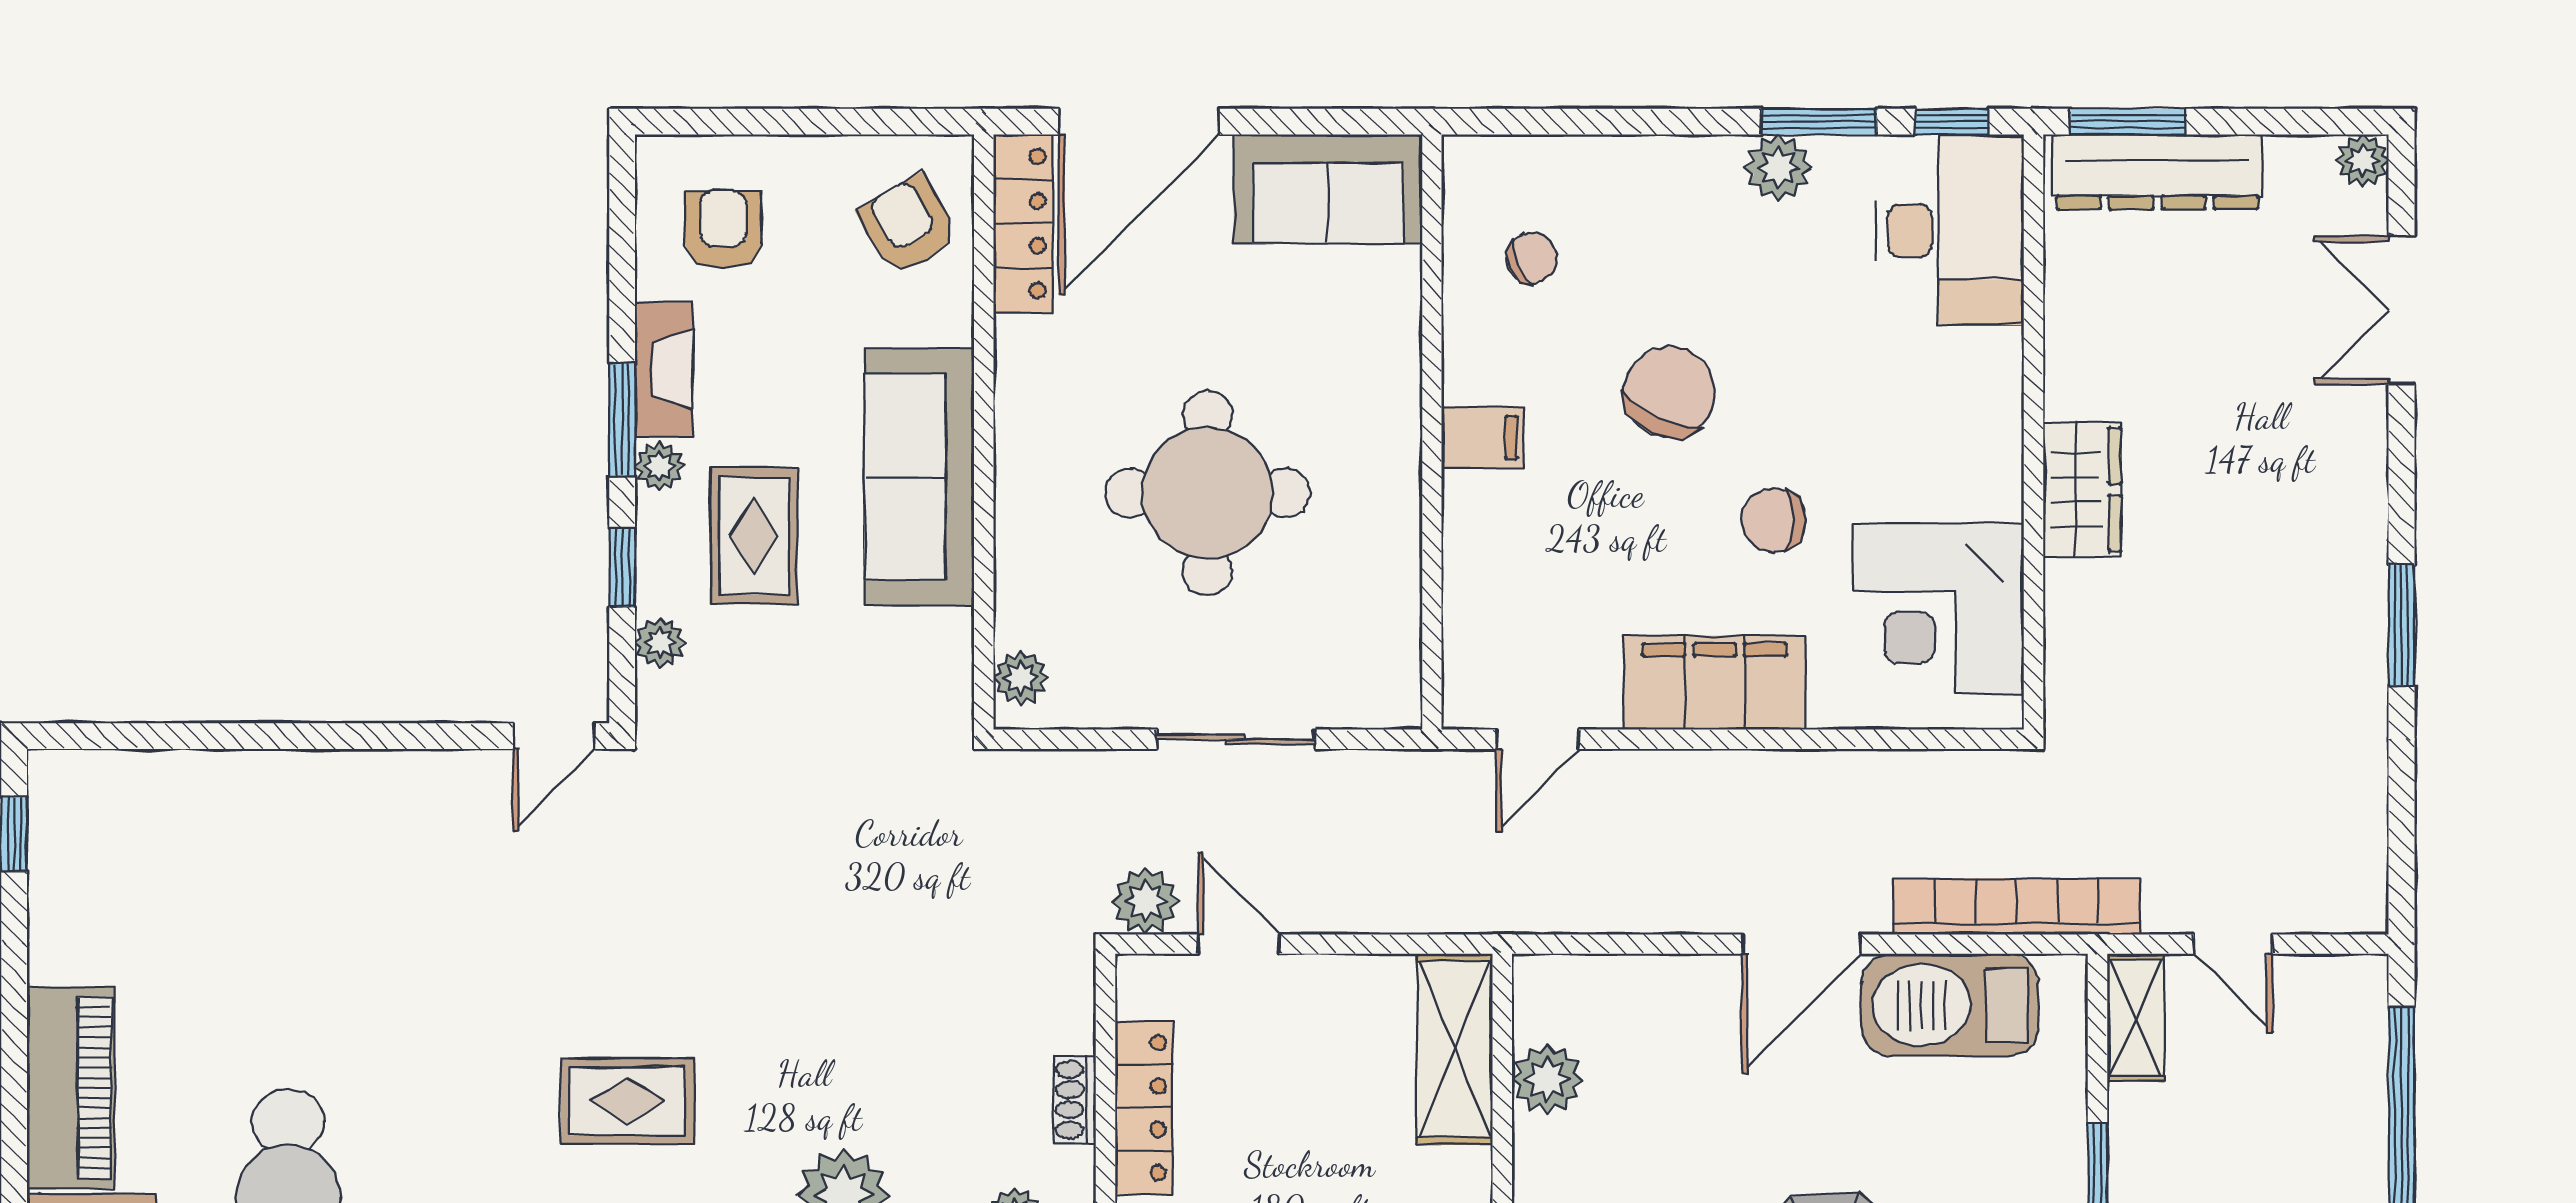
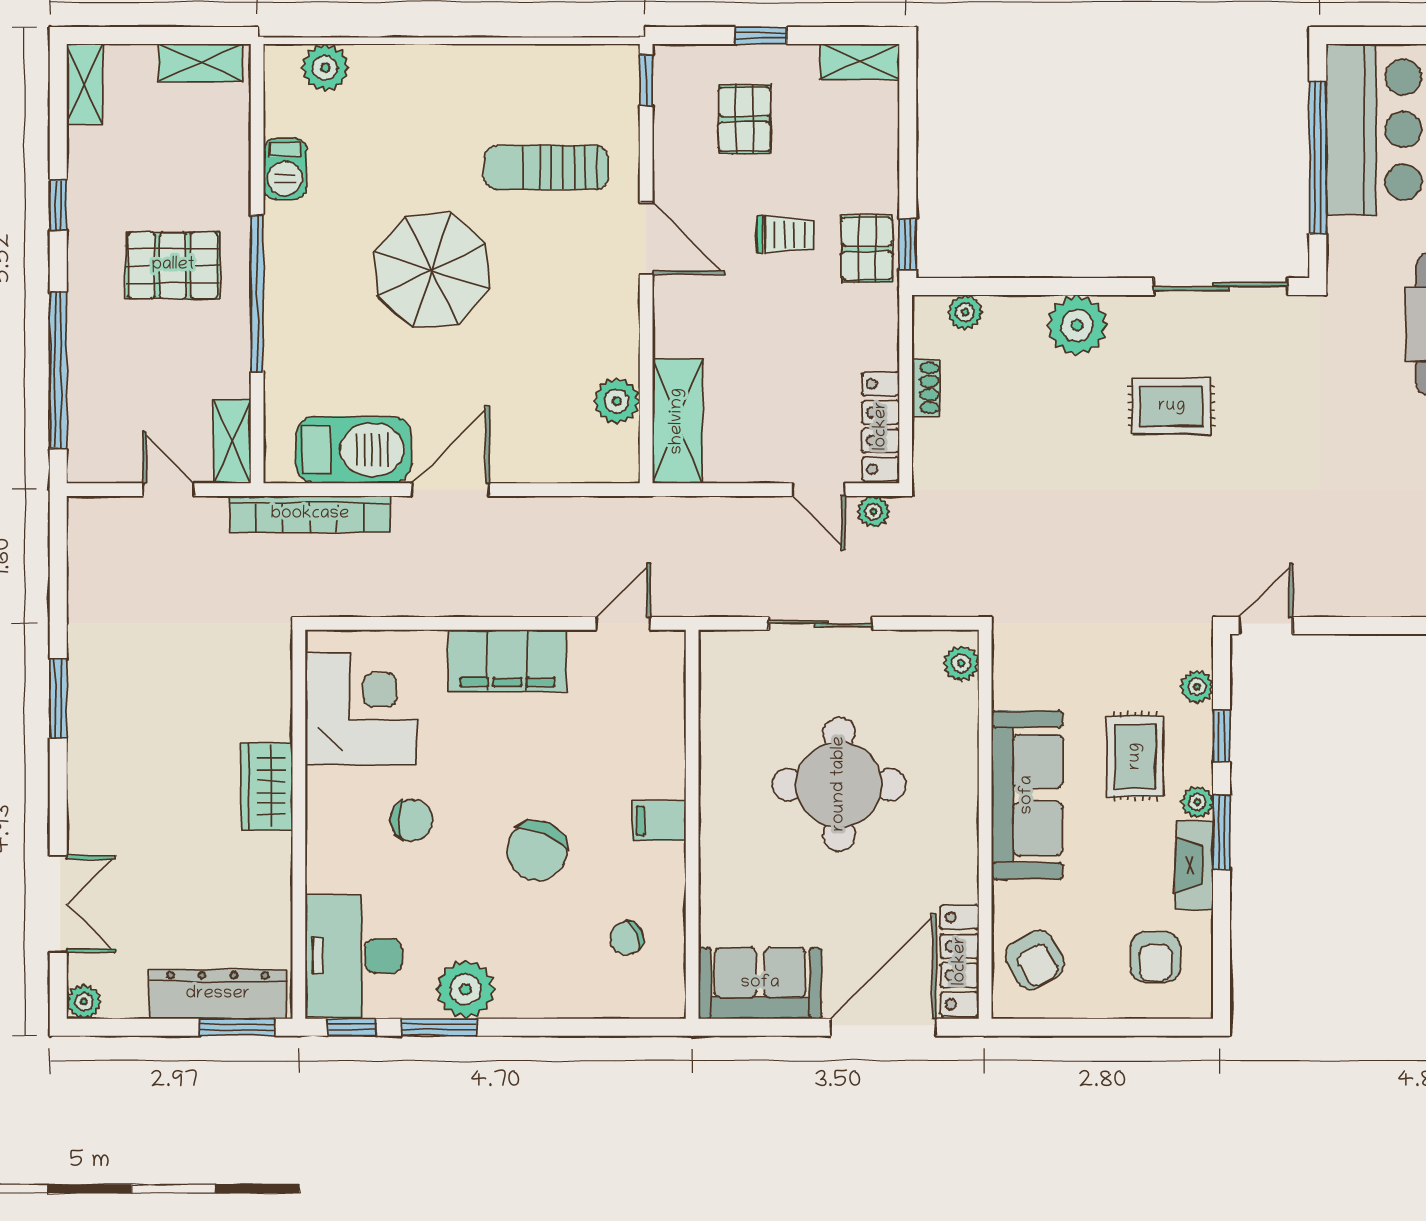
plant: (1778, 168) -> (466, 989), width x1.36, depth x1.36
chair: (1773, 520) -> (412, 820), moved
plant: (1146, 901) -> (873, 512), width x0.73, depth x0.73
rug: (628, 1101) -> (1172, 406), moved
locker: (1144, 1108) -> (881, 426), moved

